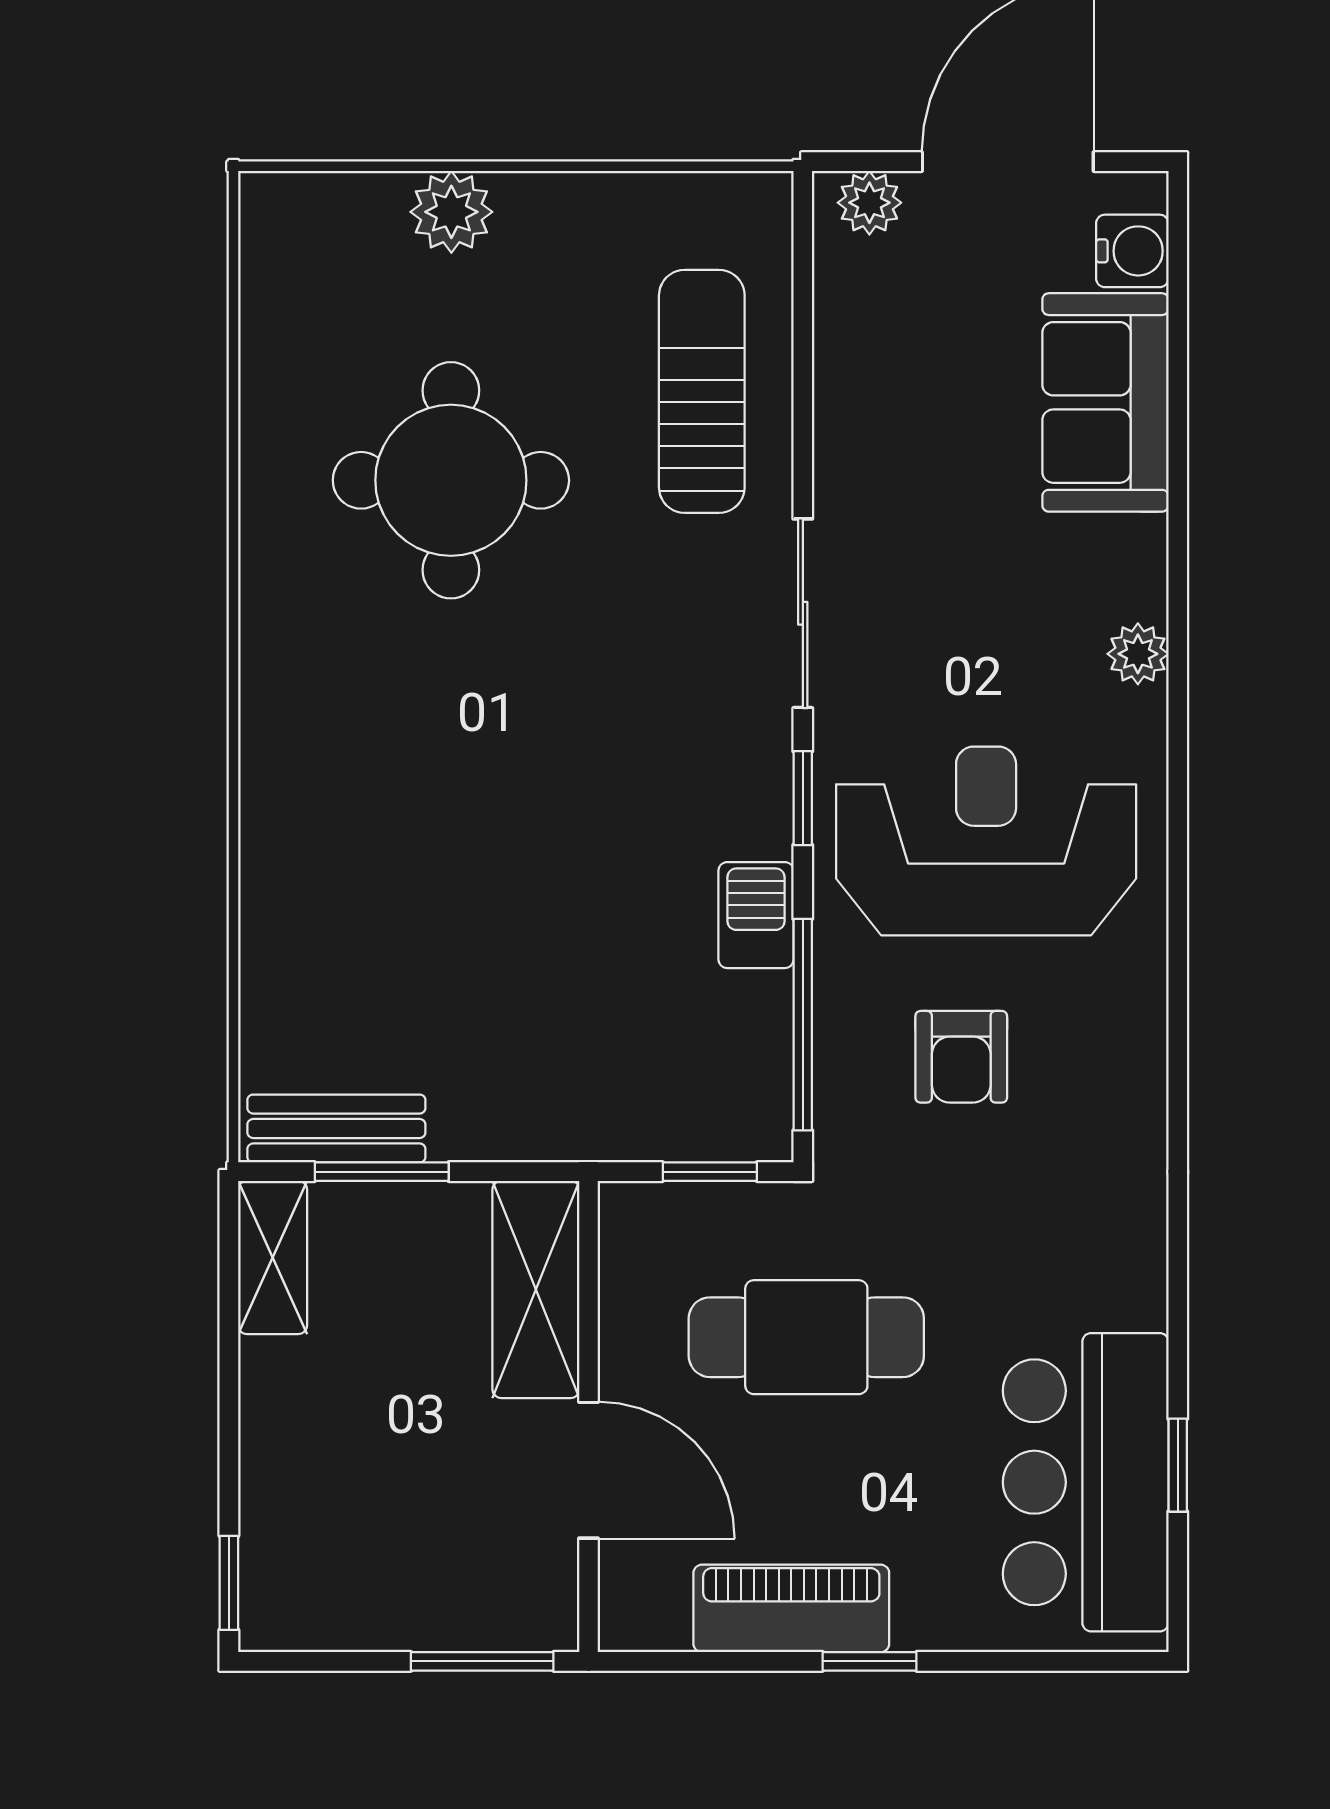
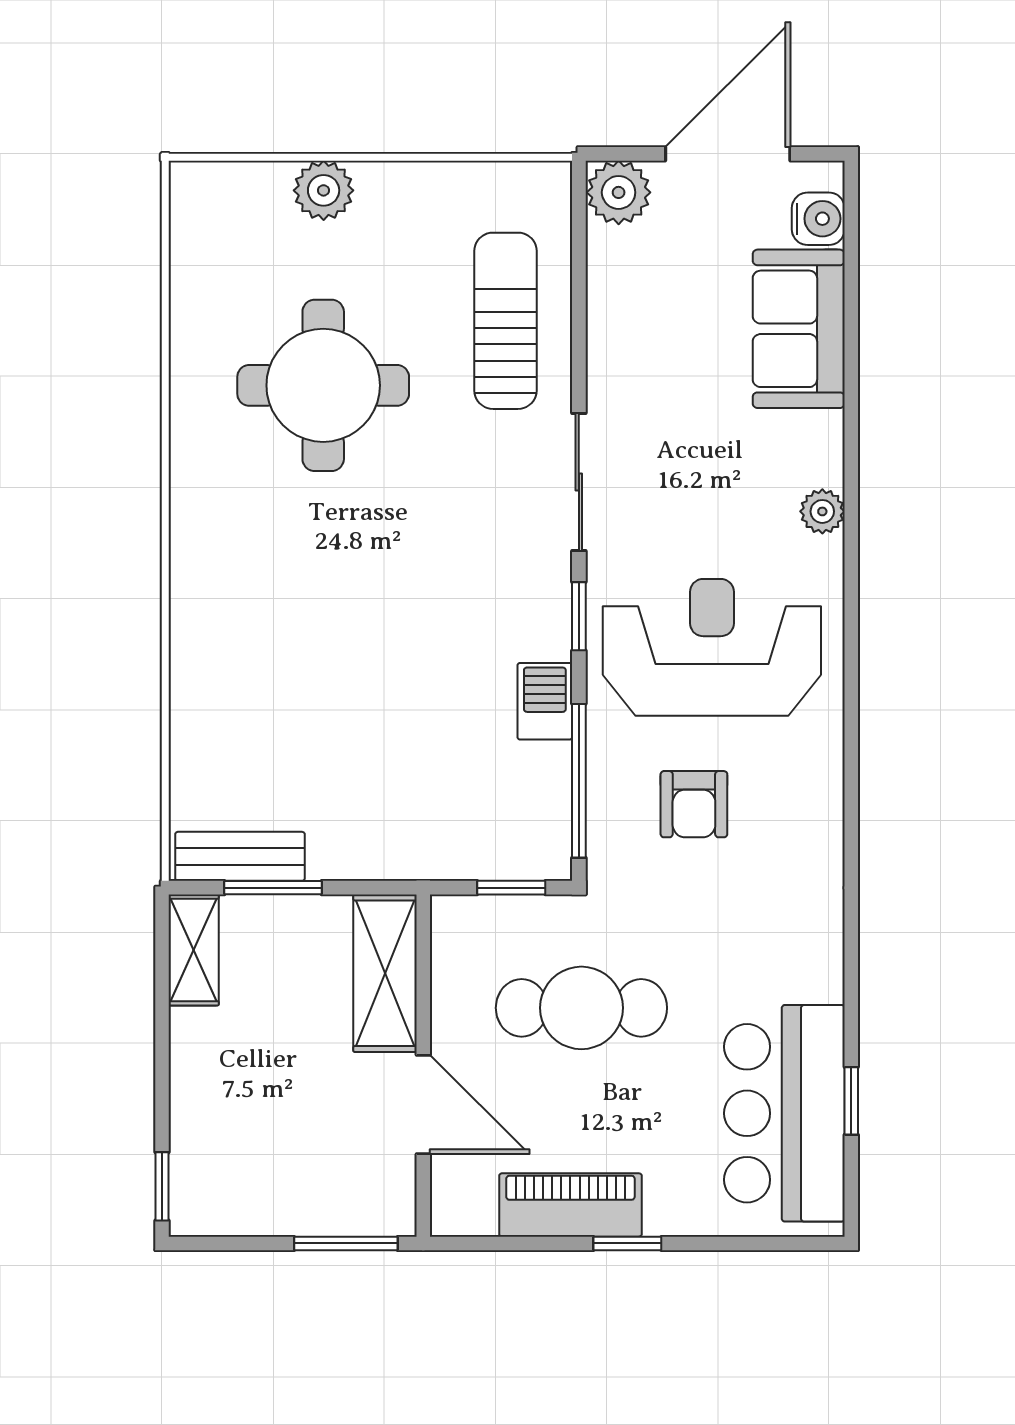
plant: (869, 203) -> (619, 192), width x1.38, depth x1.38

